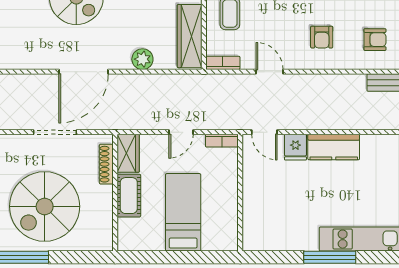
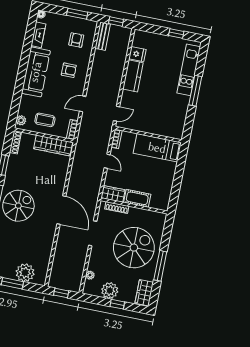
plant: (142, 59) -> (61, 175), removed
fridge: (295, 147) -> (137, 54), moved
spiral stairs: (45, 206) -> (134, 248), turned -90
bed: (183, 212) -> (157, 148), moved

